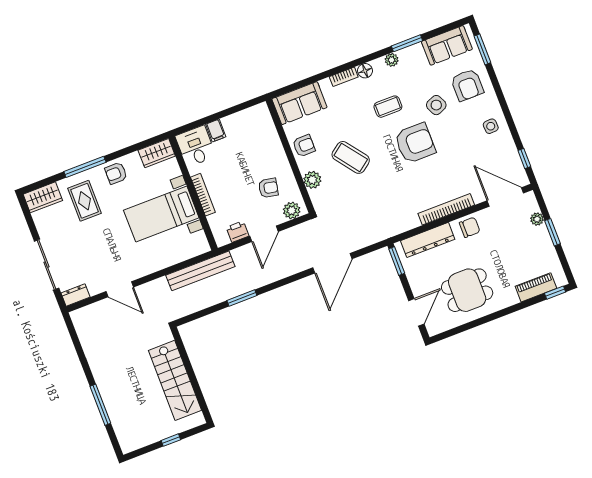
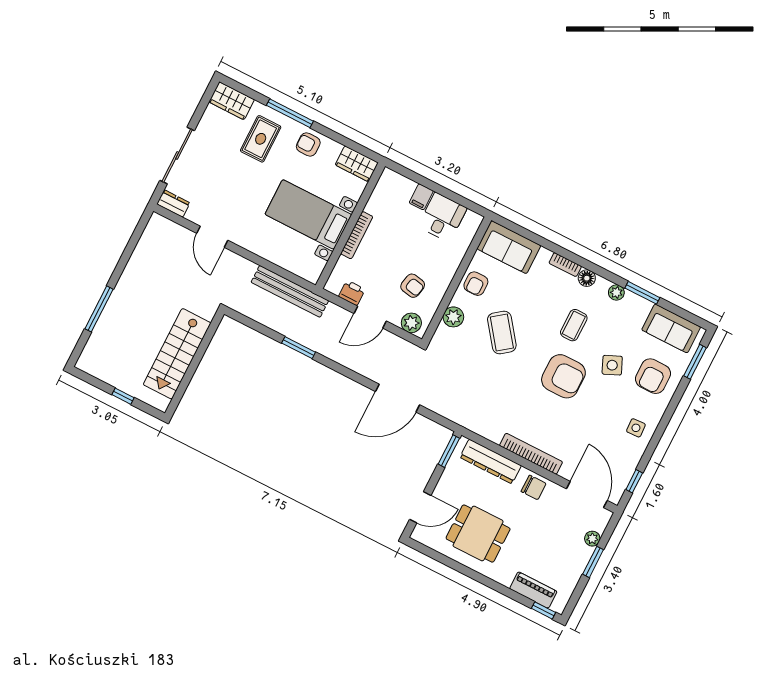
coffee table: (388, 107) -> (574, 325), turned 90
desk: (196, 146) -> (442, 217), moved
armchair: (304, 146) -> (476, 284), turned 90

